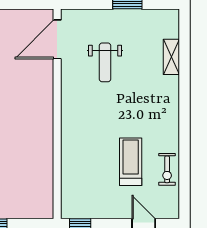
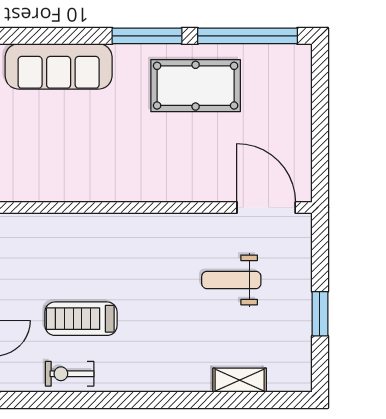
treadmill: (131, 162) -> (81, 319), turned 180

